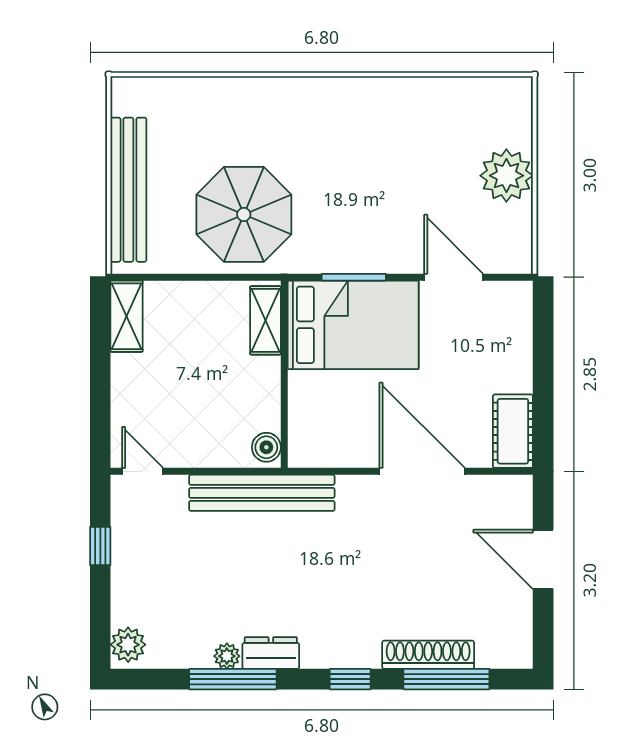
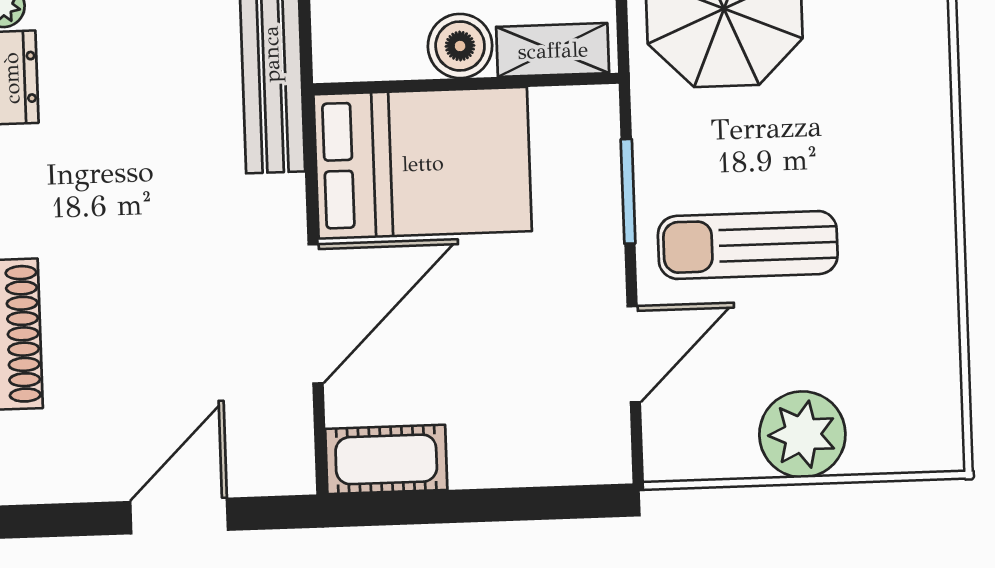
sun lounger: (389, 205) -> (748, 245), added
bed: (353, 325) -> (423, 163), moved, turned -90
boiler: (266, 447) -> (460, 46), moved, width x1.36, depth x1.36

